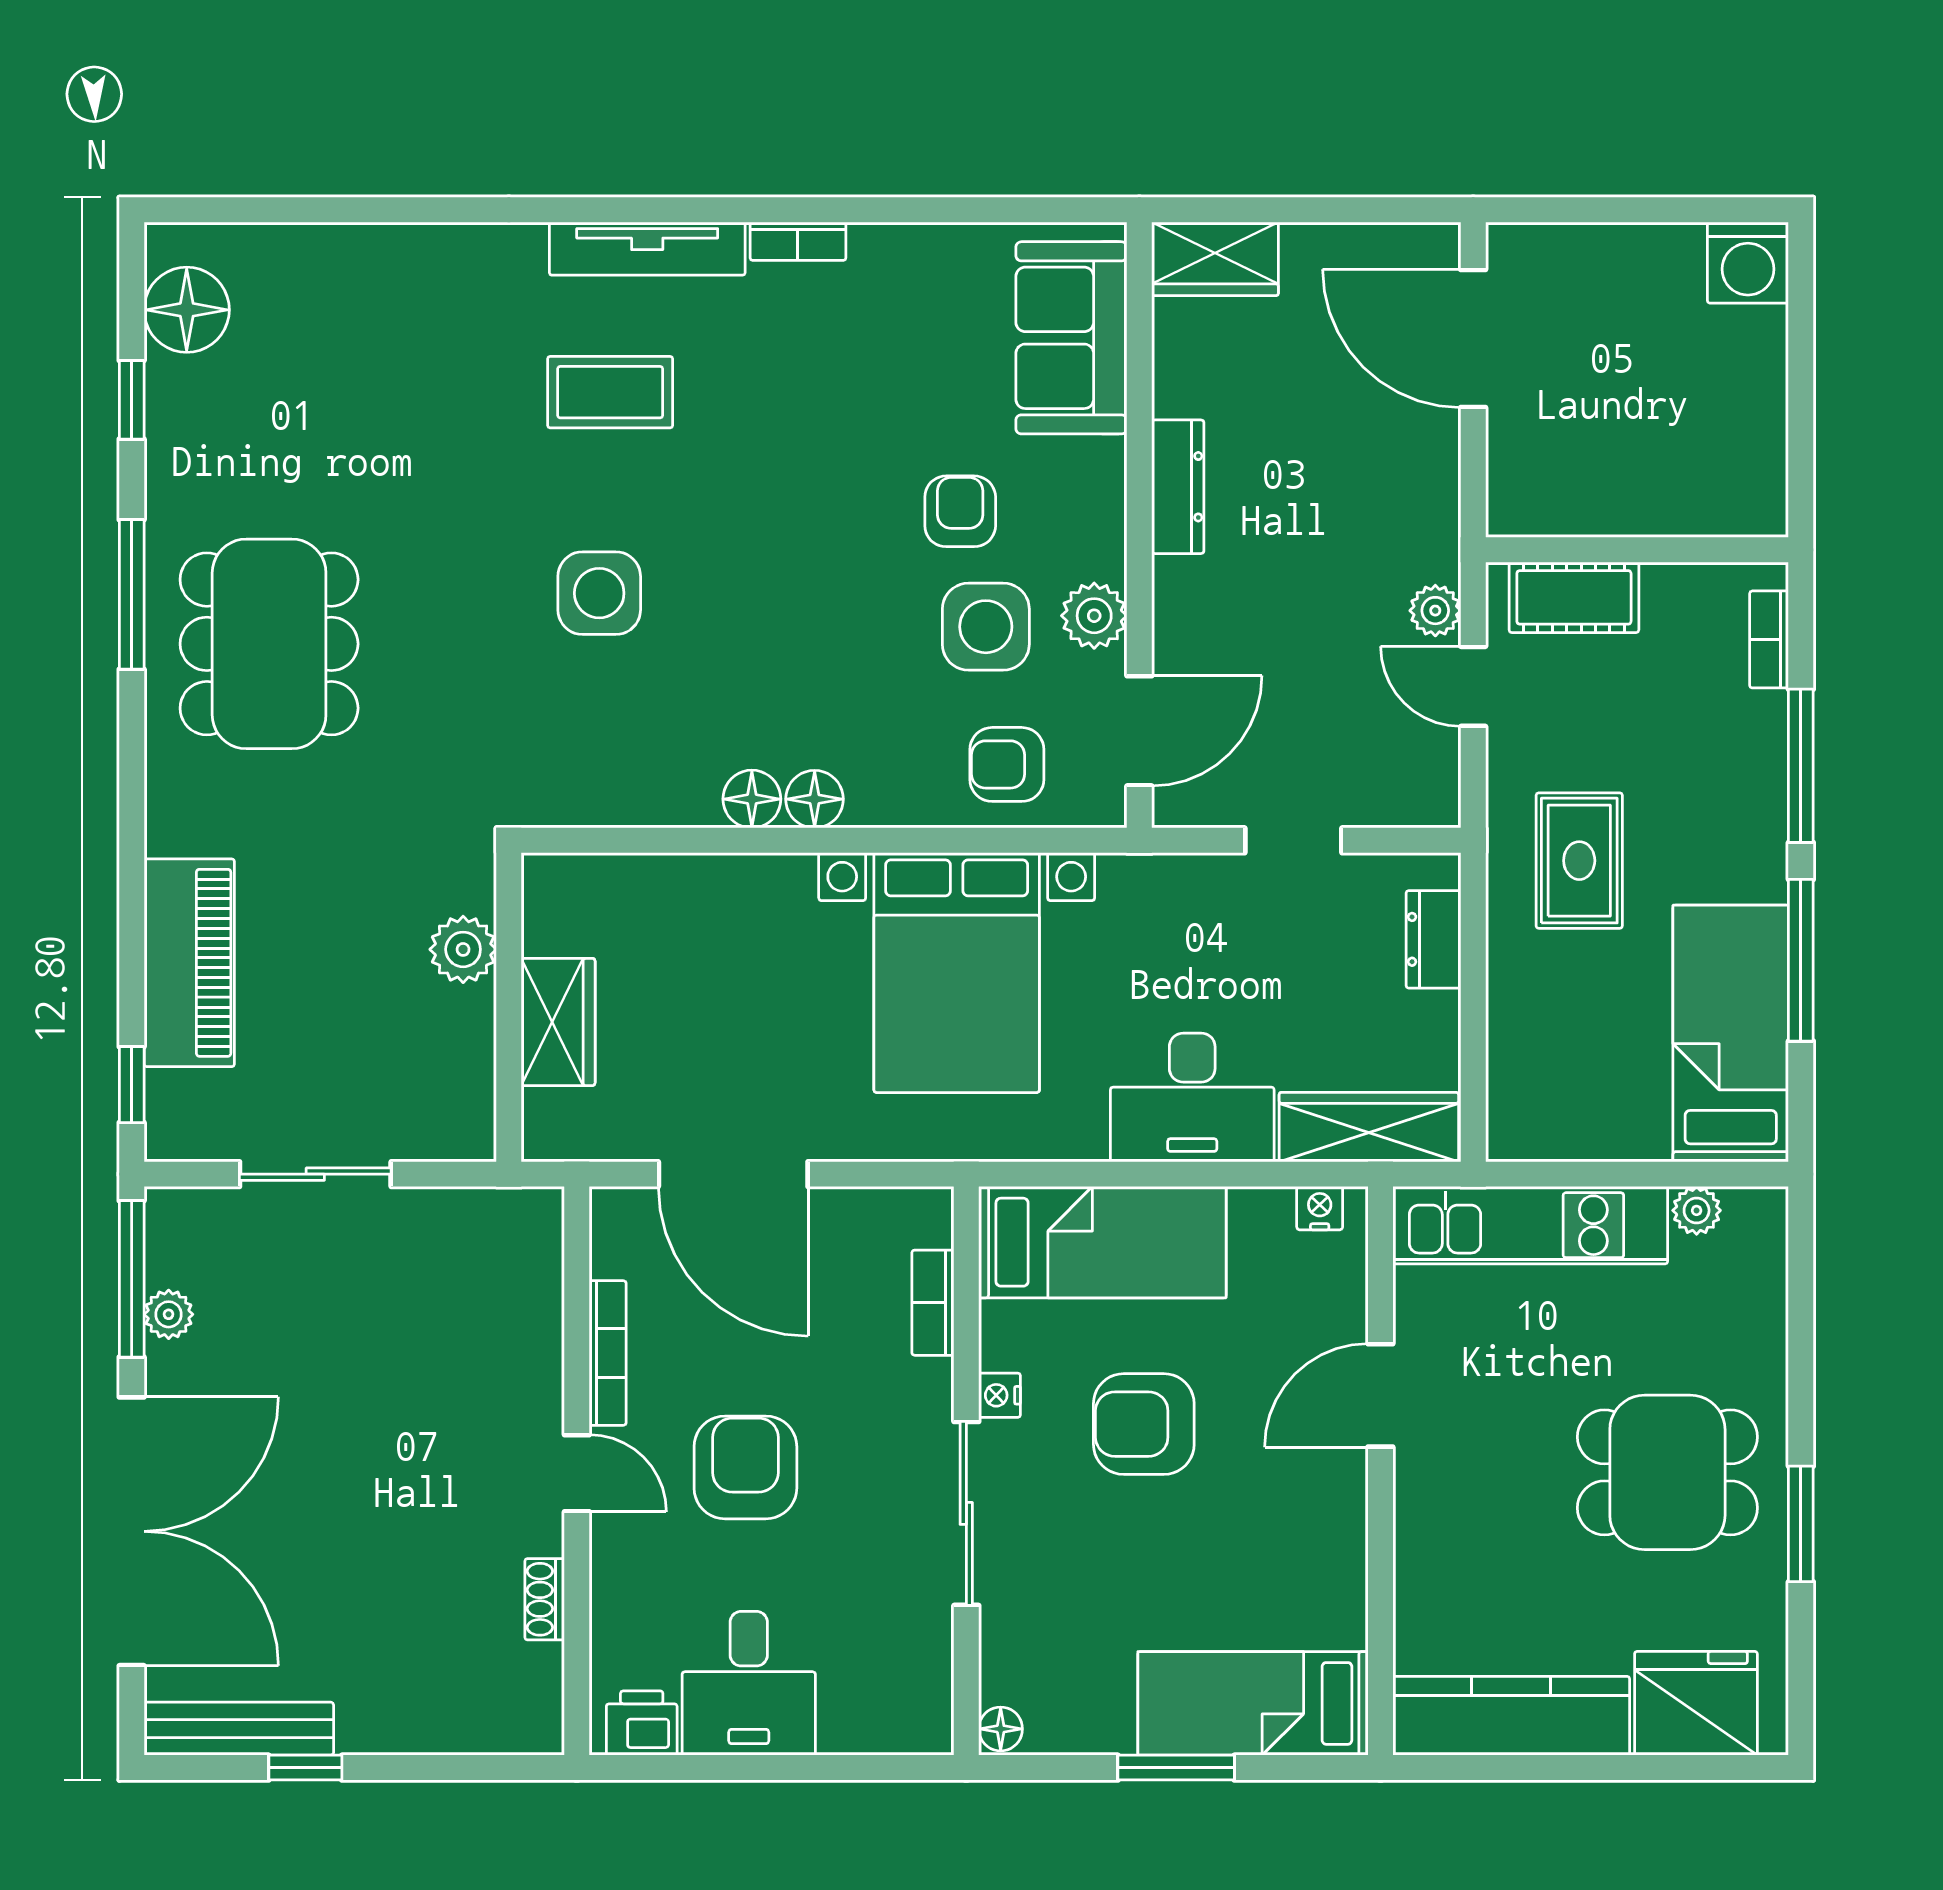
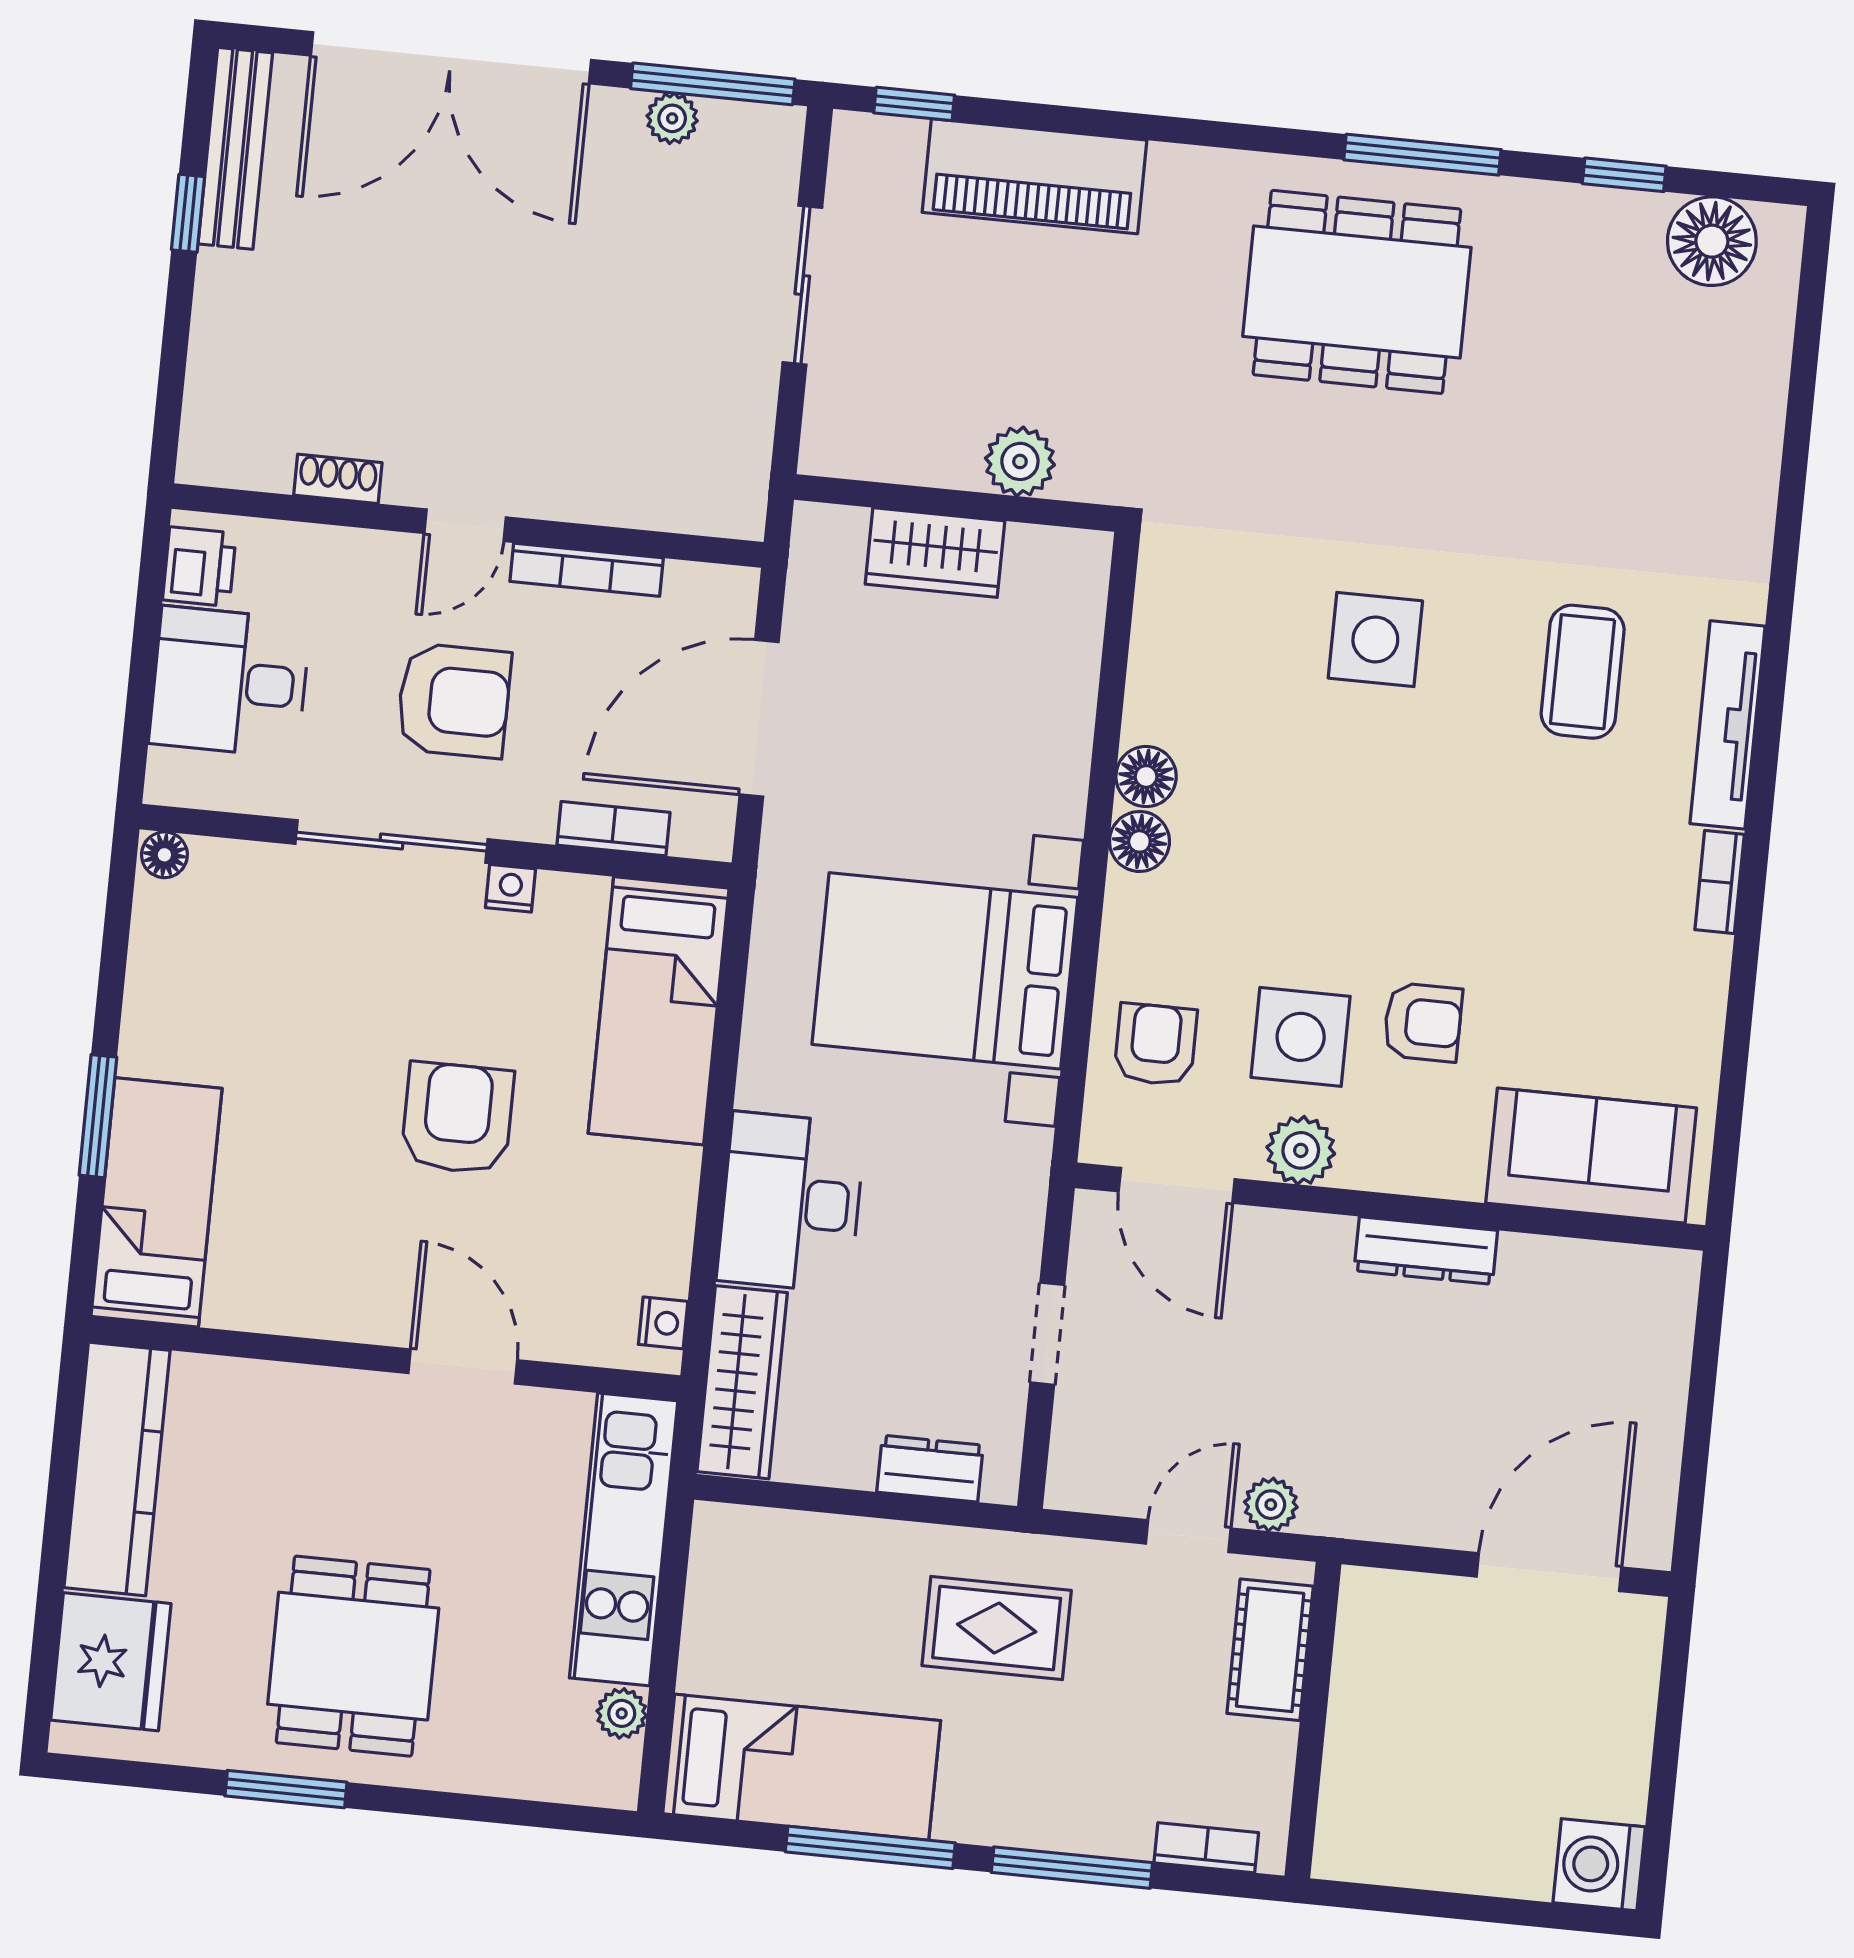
wardrobe: (1215, 259) -> (1658, 1313), removed
bed: (1102, 1242) -> (659, 1011), moved
bookcase: (933, 1303) -> (613, 829), moved
nightstand: (1000, 1395) -> (511, 888), moved
wall: (966, 1471) -> (436, 846), moved
sliding door: (966, 1513) -> (391, 842), moved
floor lamp: (1001, 1729) -> (164, 855), moved

